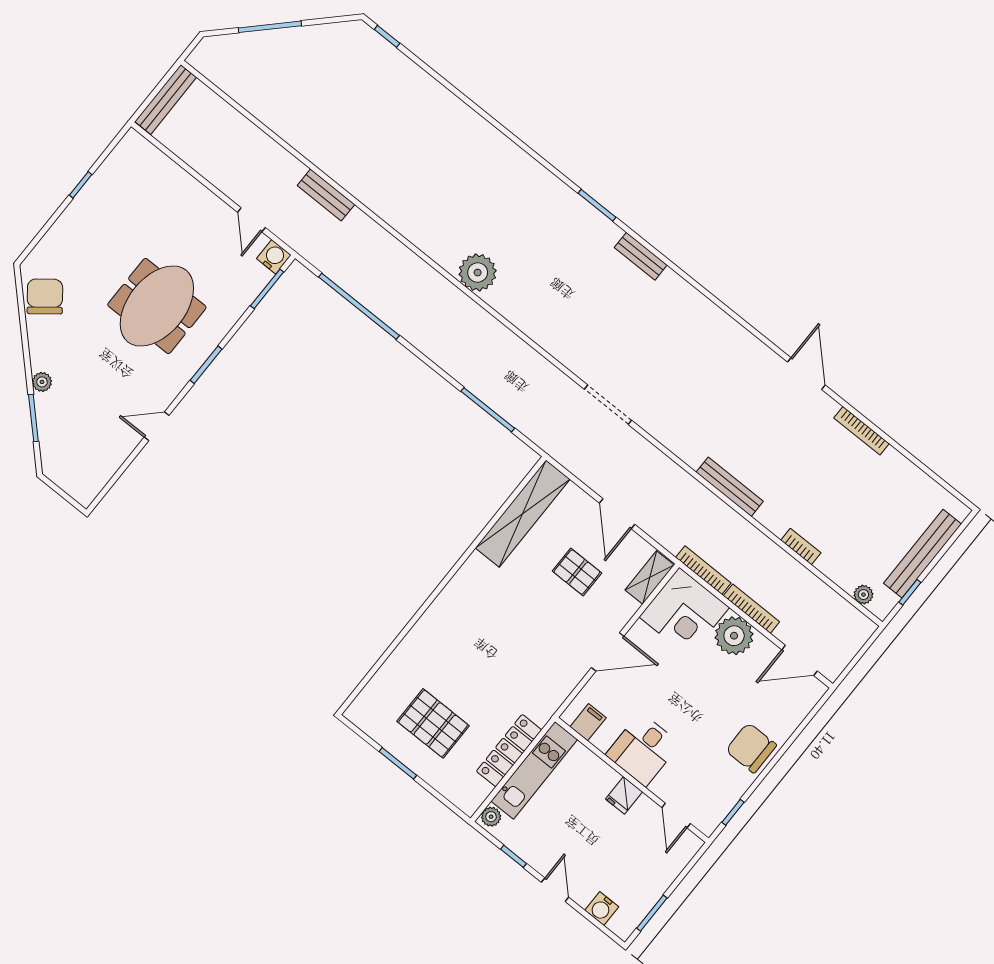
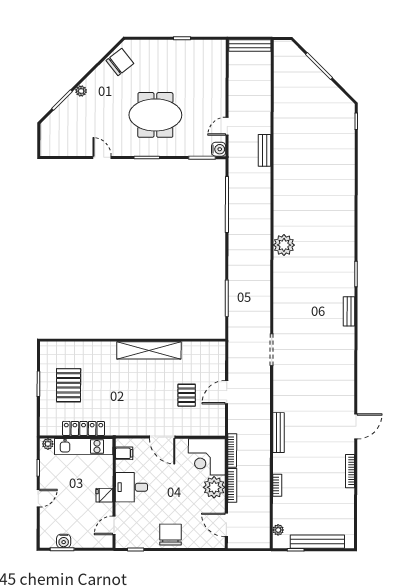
shelving: (523, 514) -> (149, 350), moved
shelving: (650, 578) -> (210, 429), removed
water cooler: (602, 909) -> (64, 541), moved, turned -90

